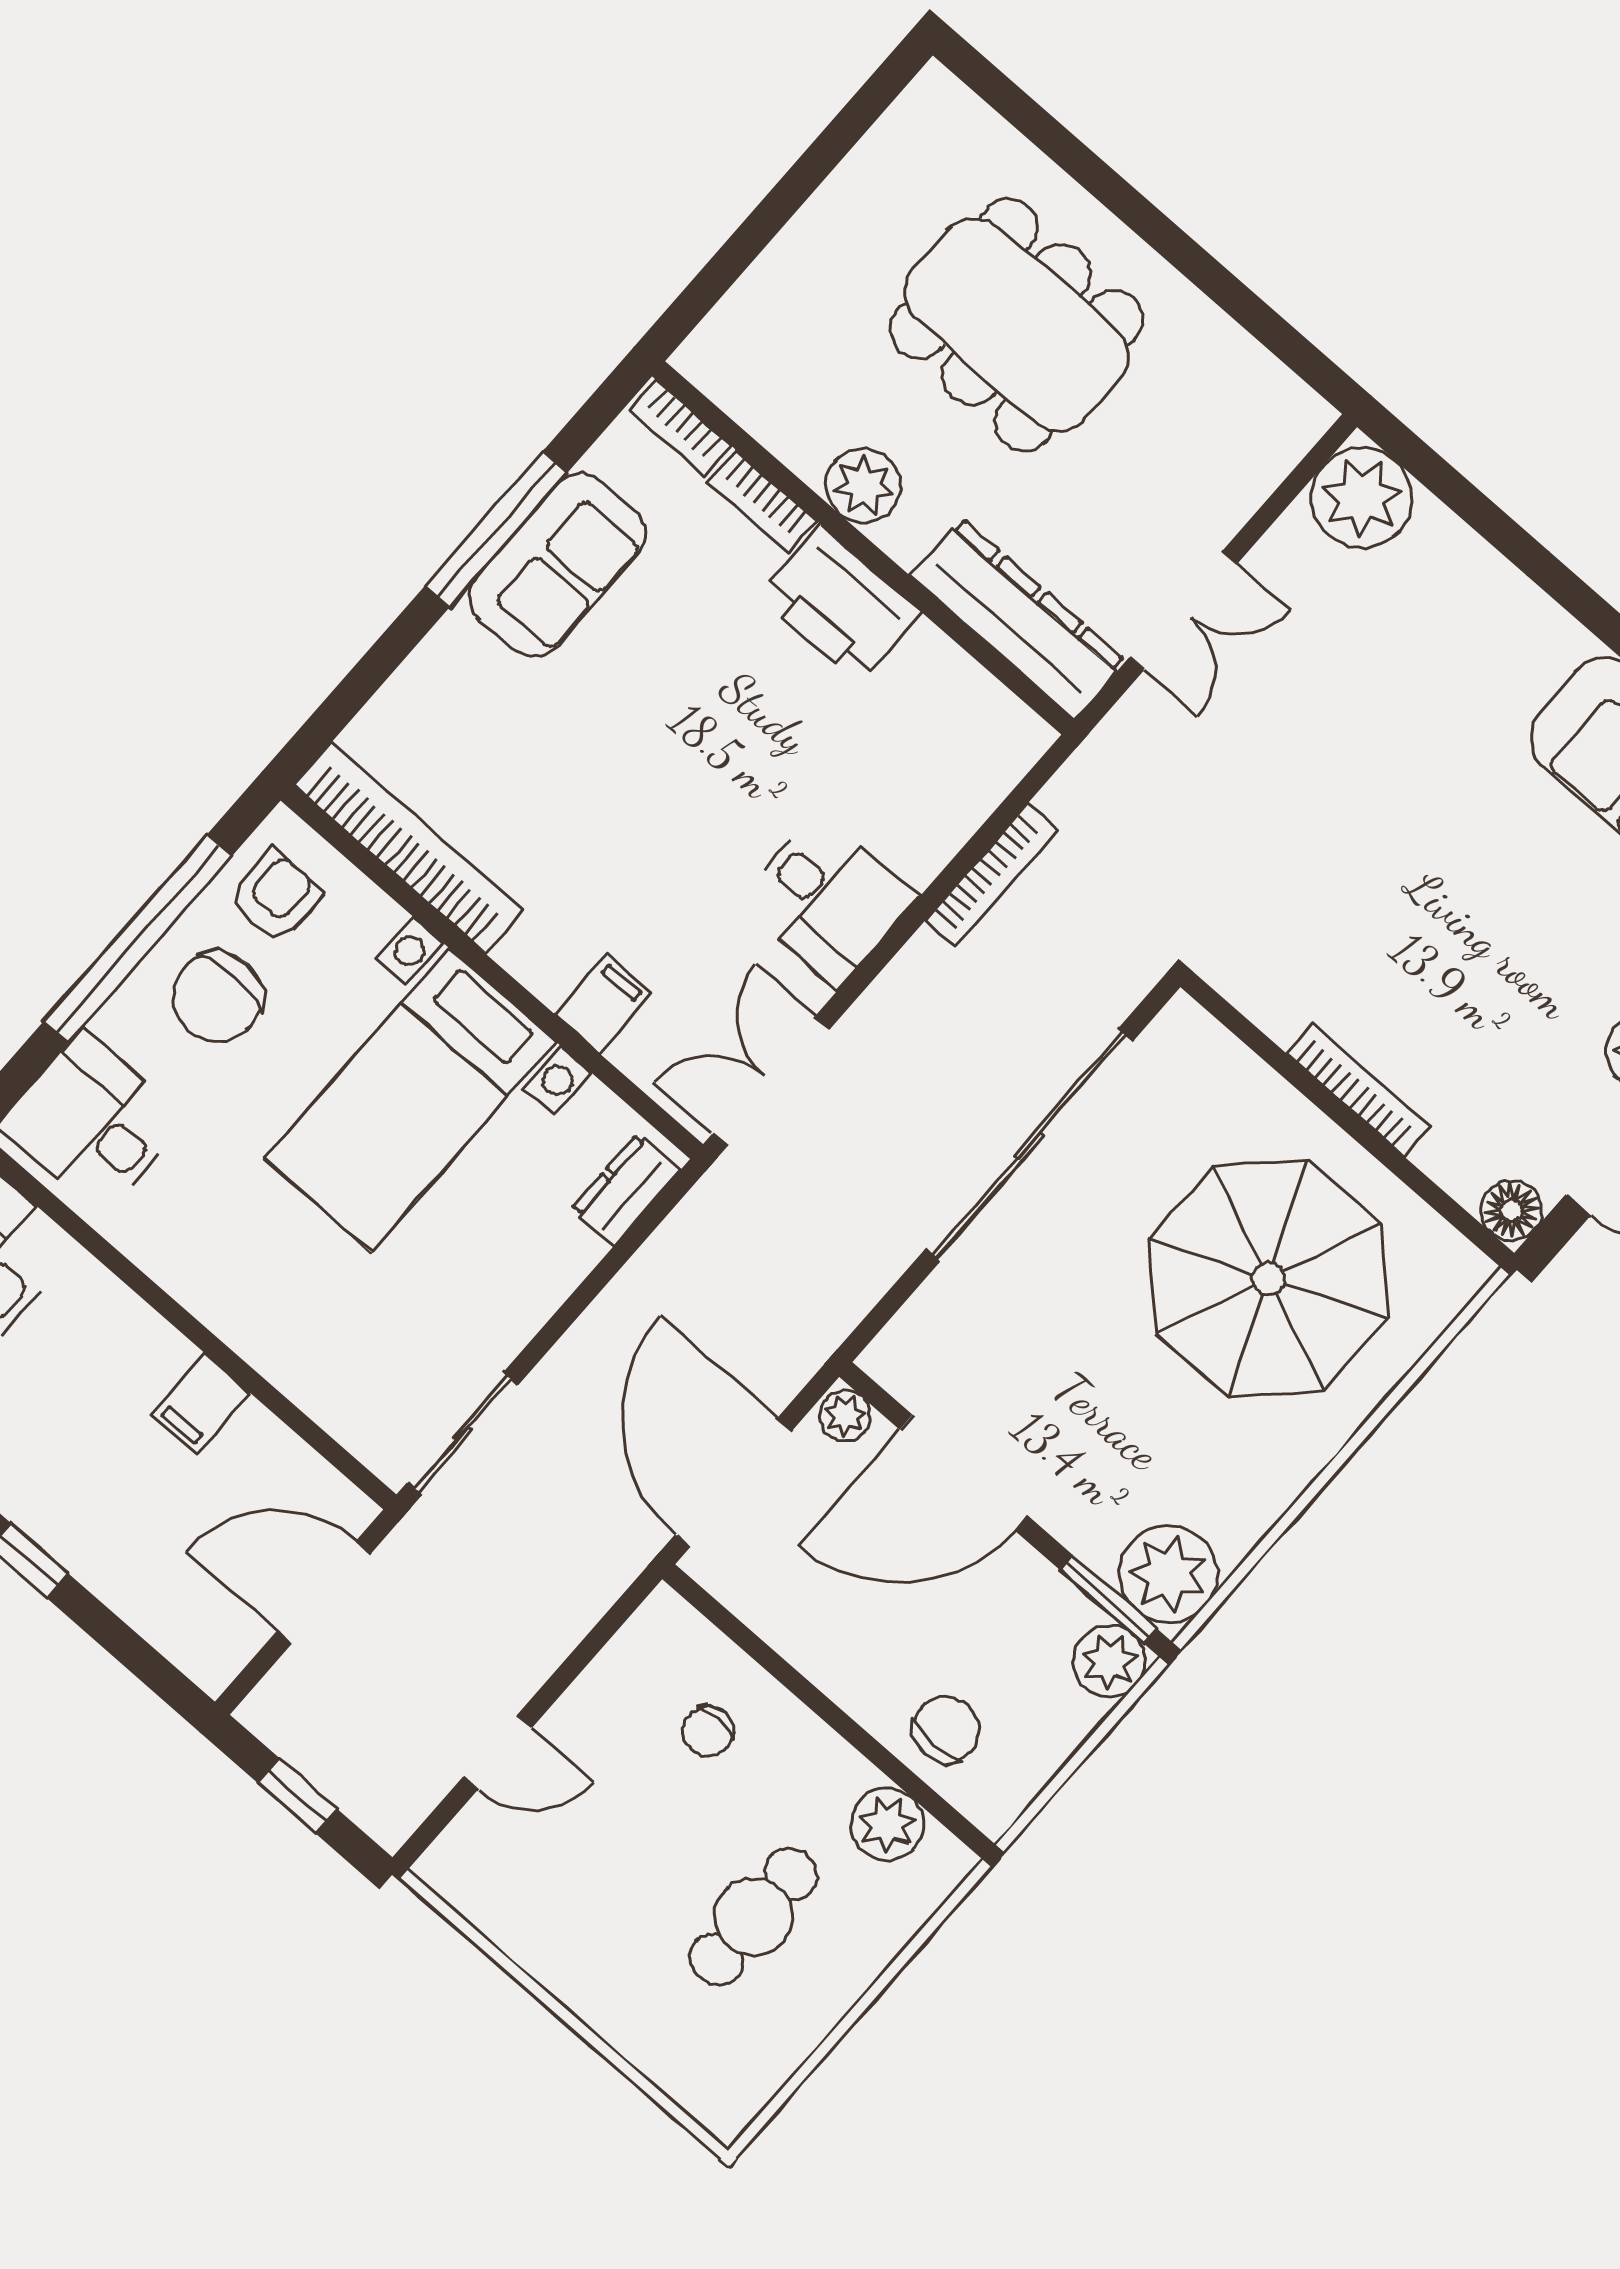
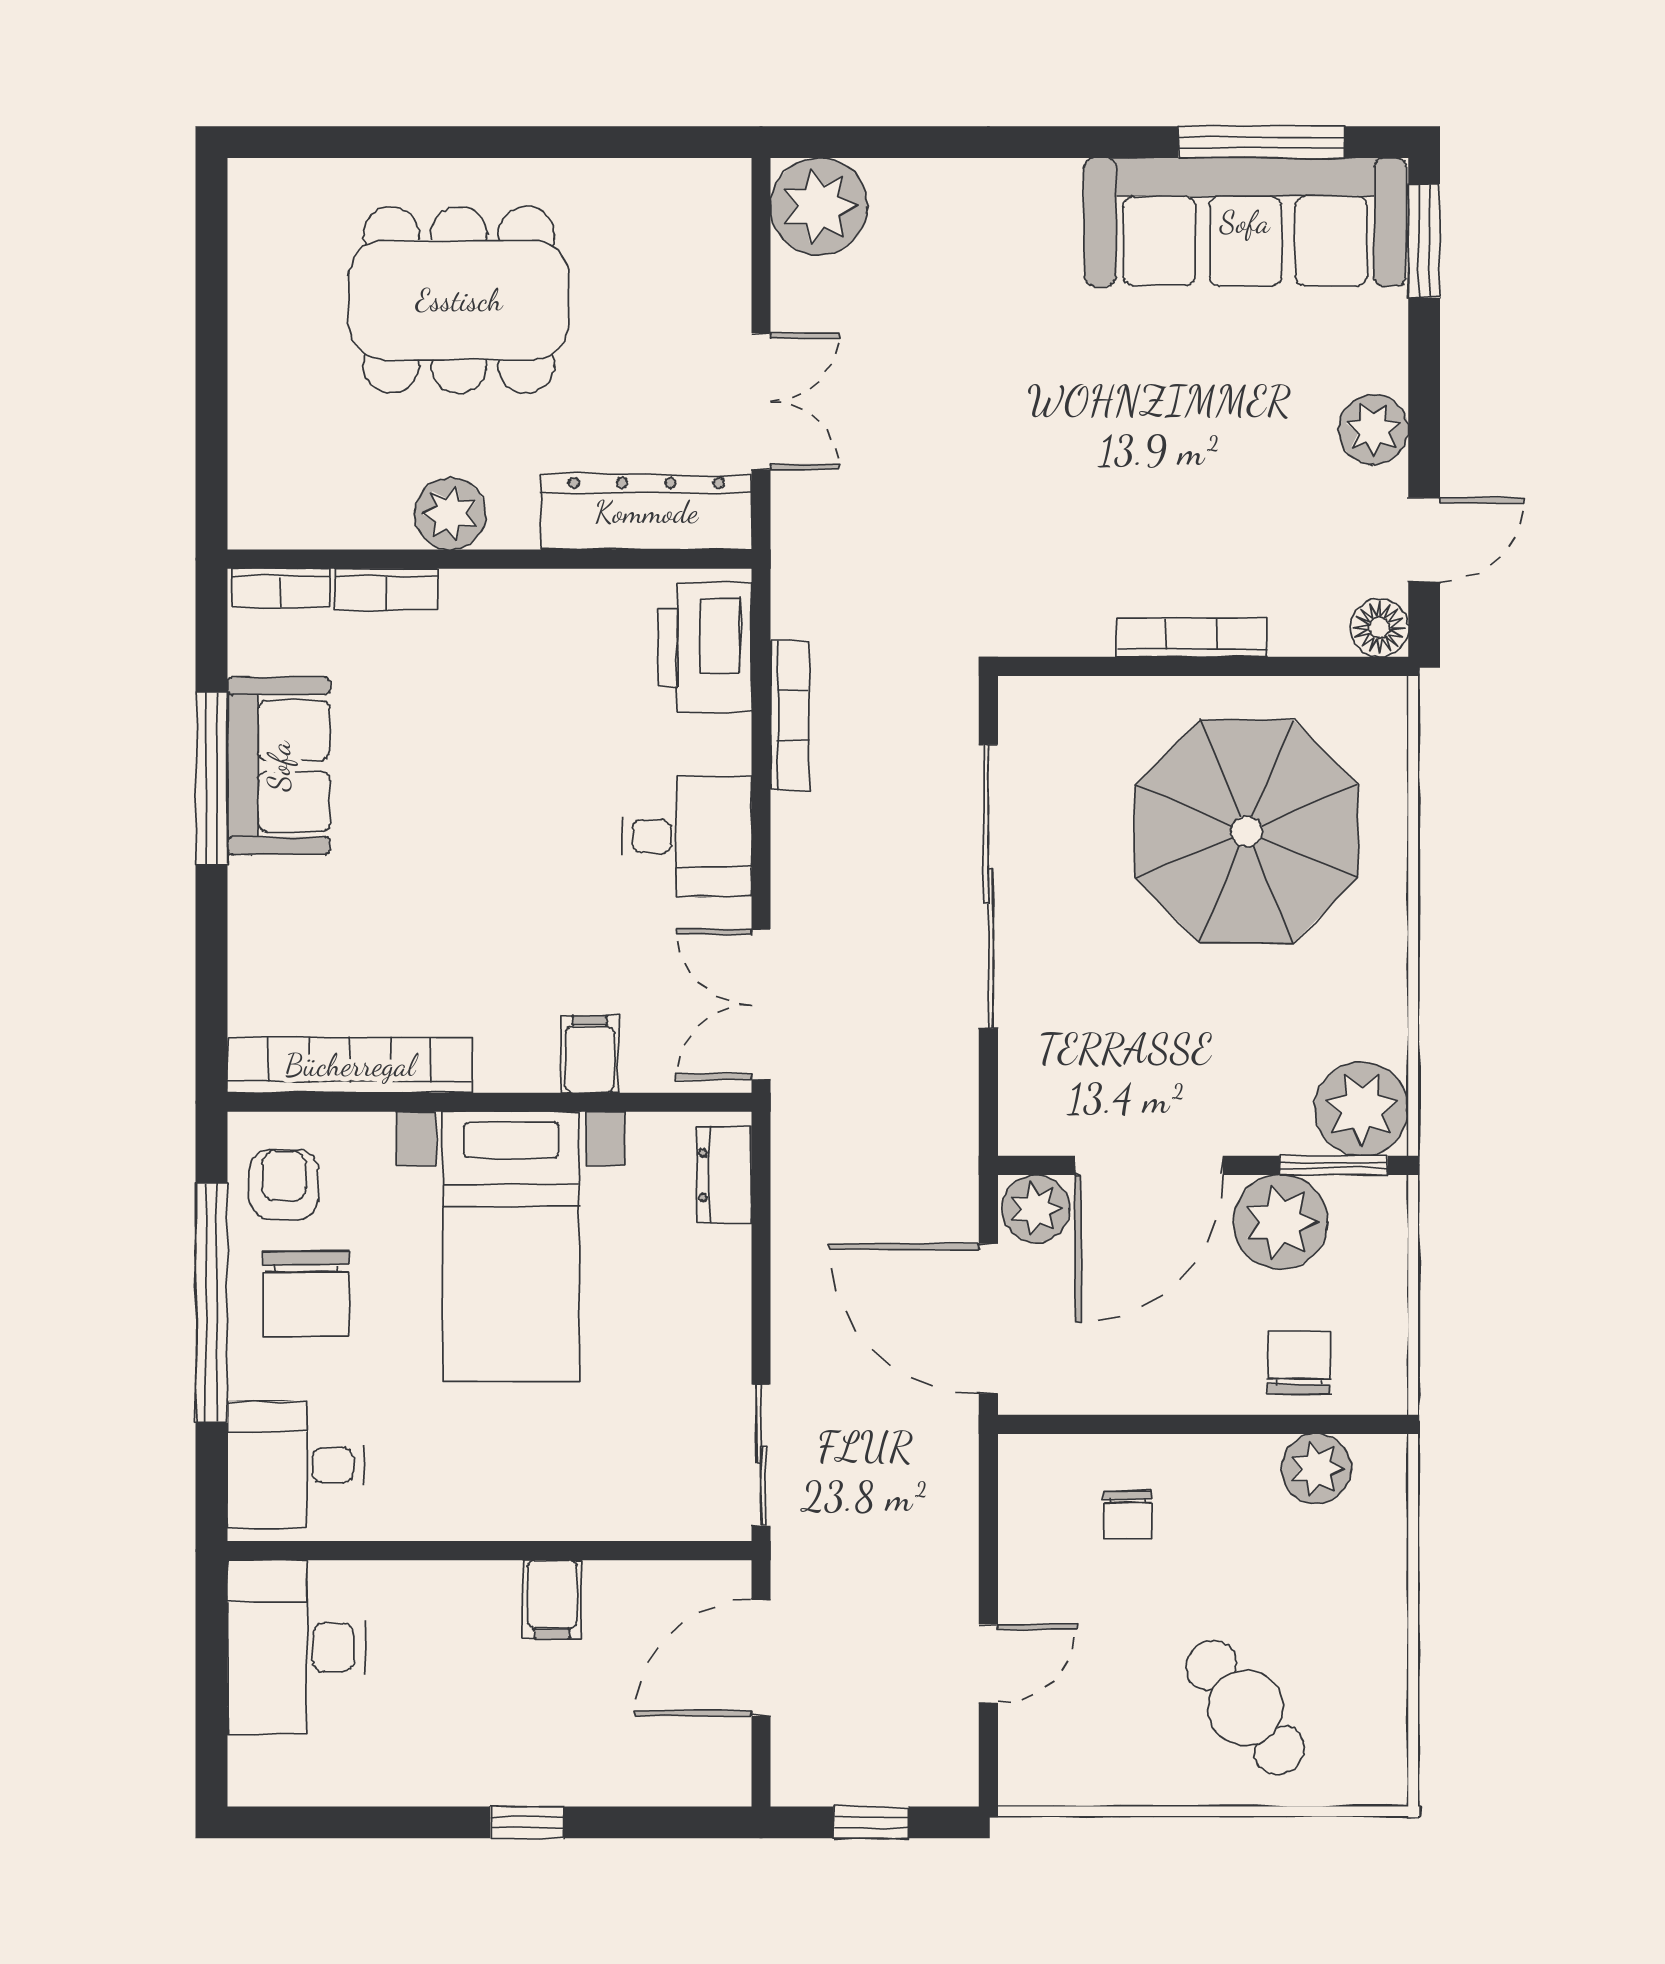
printer: (839, 604) -> (705, 647), moved, turned 90
plant: (845, 1416) -> (1036, 1209), width x1.38, depth x1.38
plant: (1109, 1661) -> (1281, 1222), moved, width x1.36, depth x1.36
cafe table: (754, 1917) -> (1245, 1708), moved, turned -39

